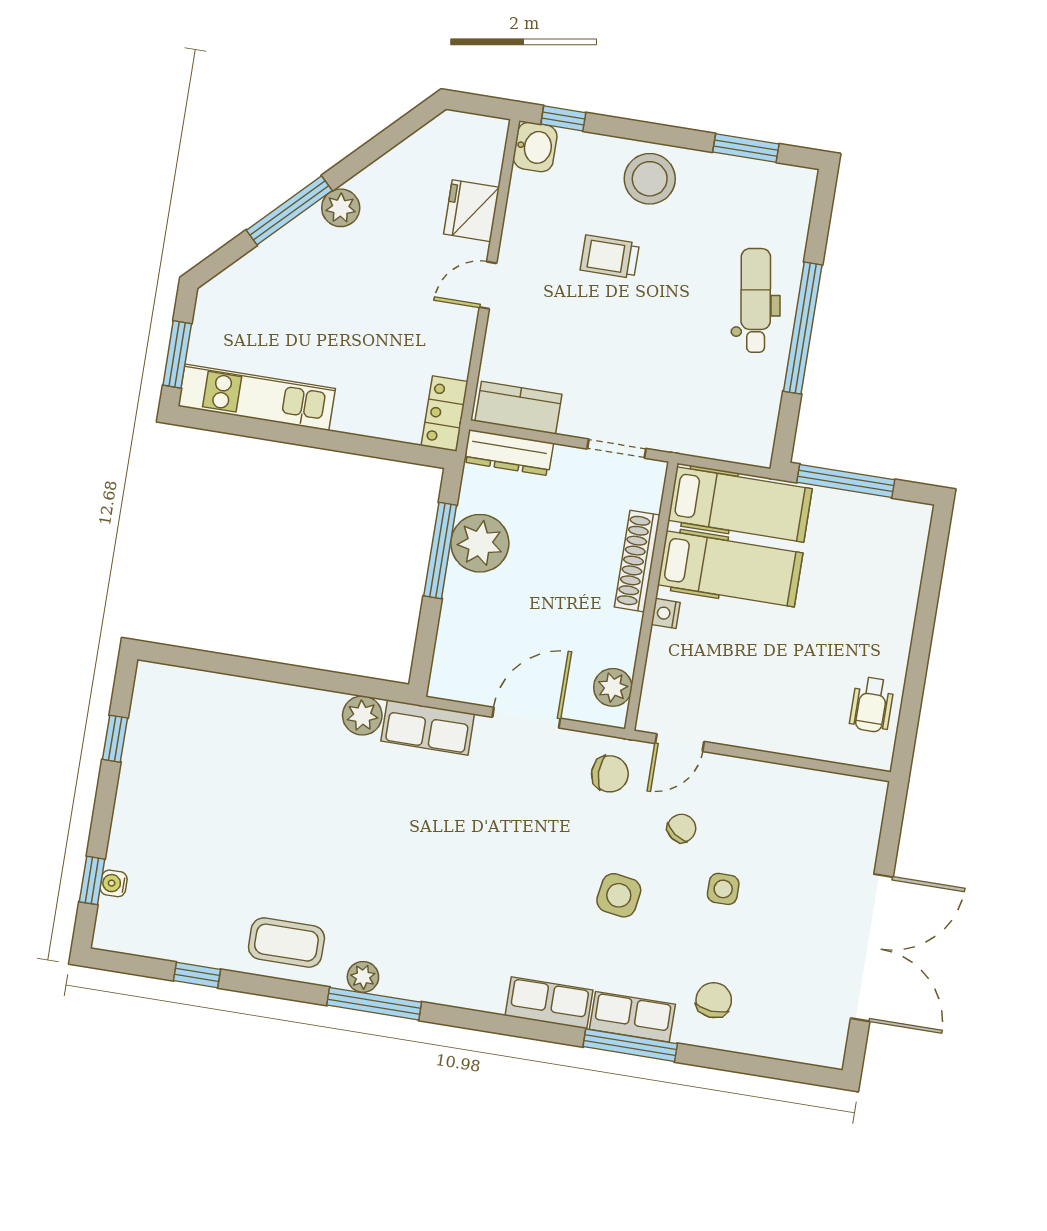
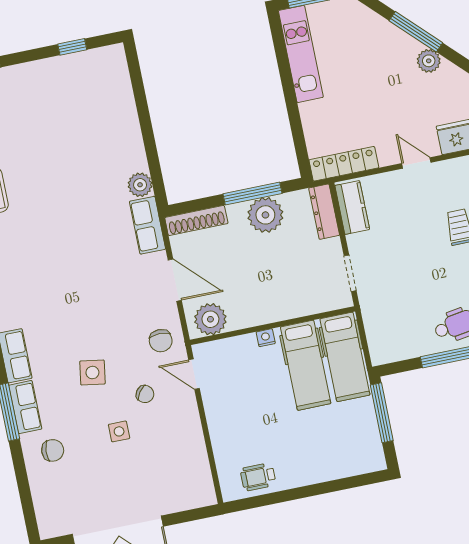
locker: (445, 414) -> (344, 164), width x1.53
shoe rack: (637, 561) -> (196, 220), moved, turned 180
plant: (613, 687) -> (210, 319), width x1.36, depth x1.36

